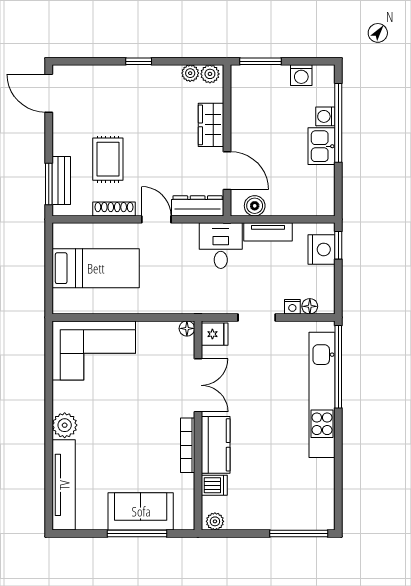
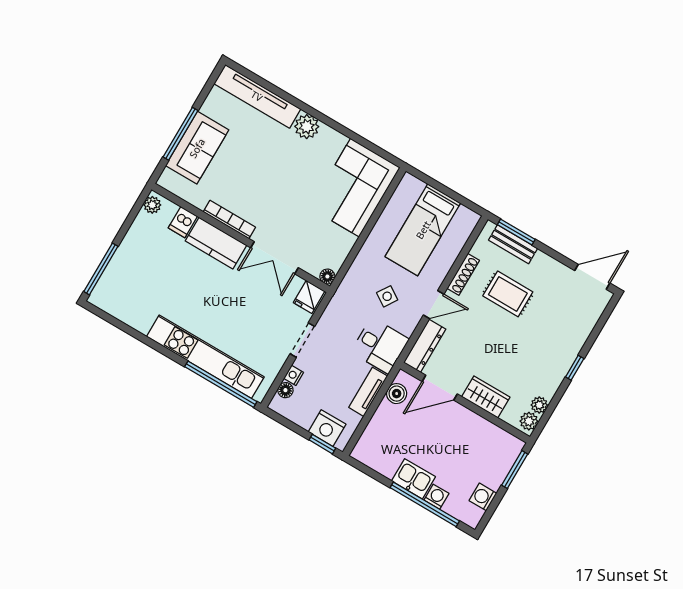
side table: (173, 265) -> (387, 296), added

